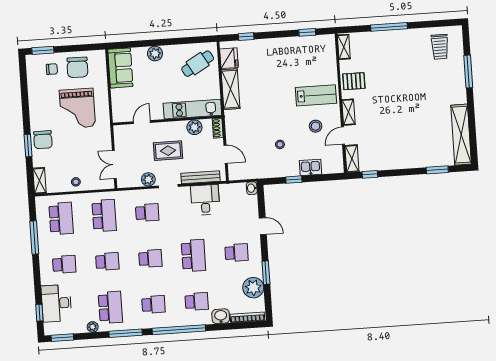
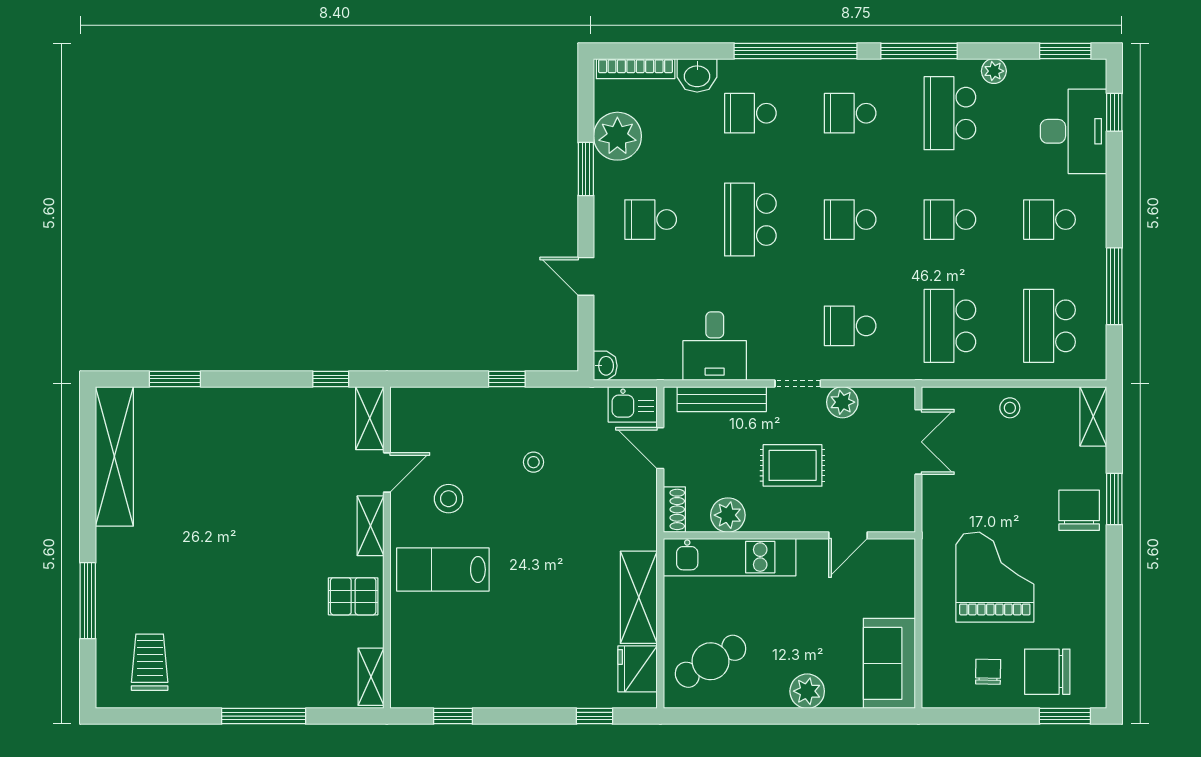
chair: (77, 67) -> (988, 672), width x0.54, depth x0.54
chair: (52, 69) -> (1047, 672), width x1.87, depth x1.87
kitchen sink: (310, 167) -> (633, 404), moved

